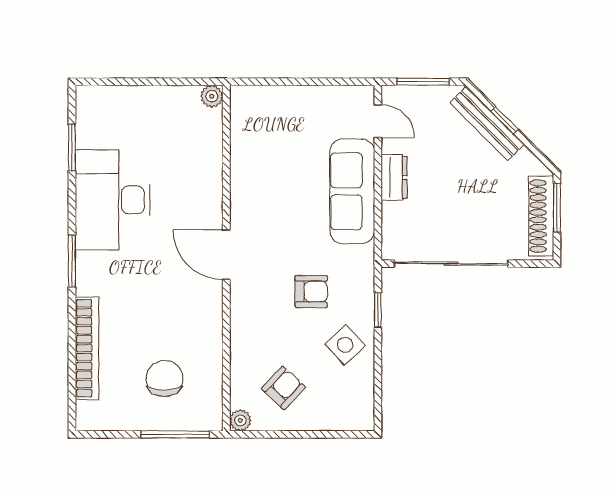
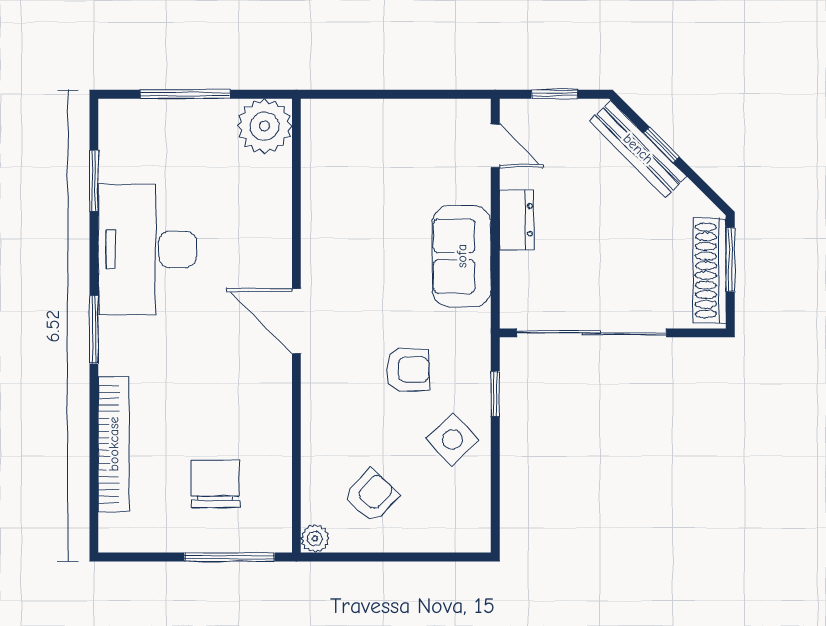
window: (142, 82) -> (185, 94), added
window: (423, 82) -> (555, 94), width x0.67
plant: (212, 96) -> (265, 126), width x1.88, depth x1.88
sofa: (352, 191) -> (462, 256), width x0.73

